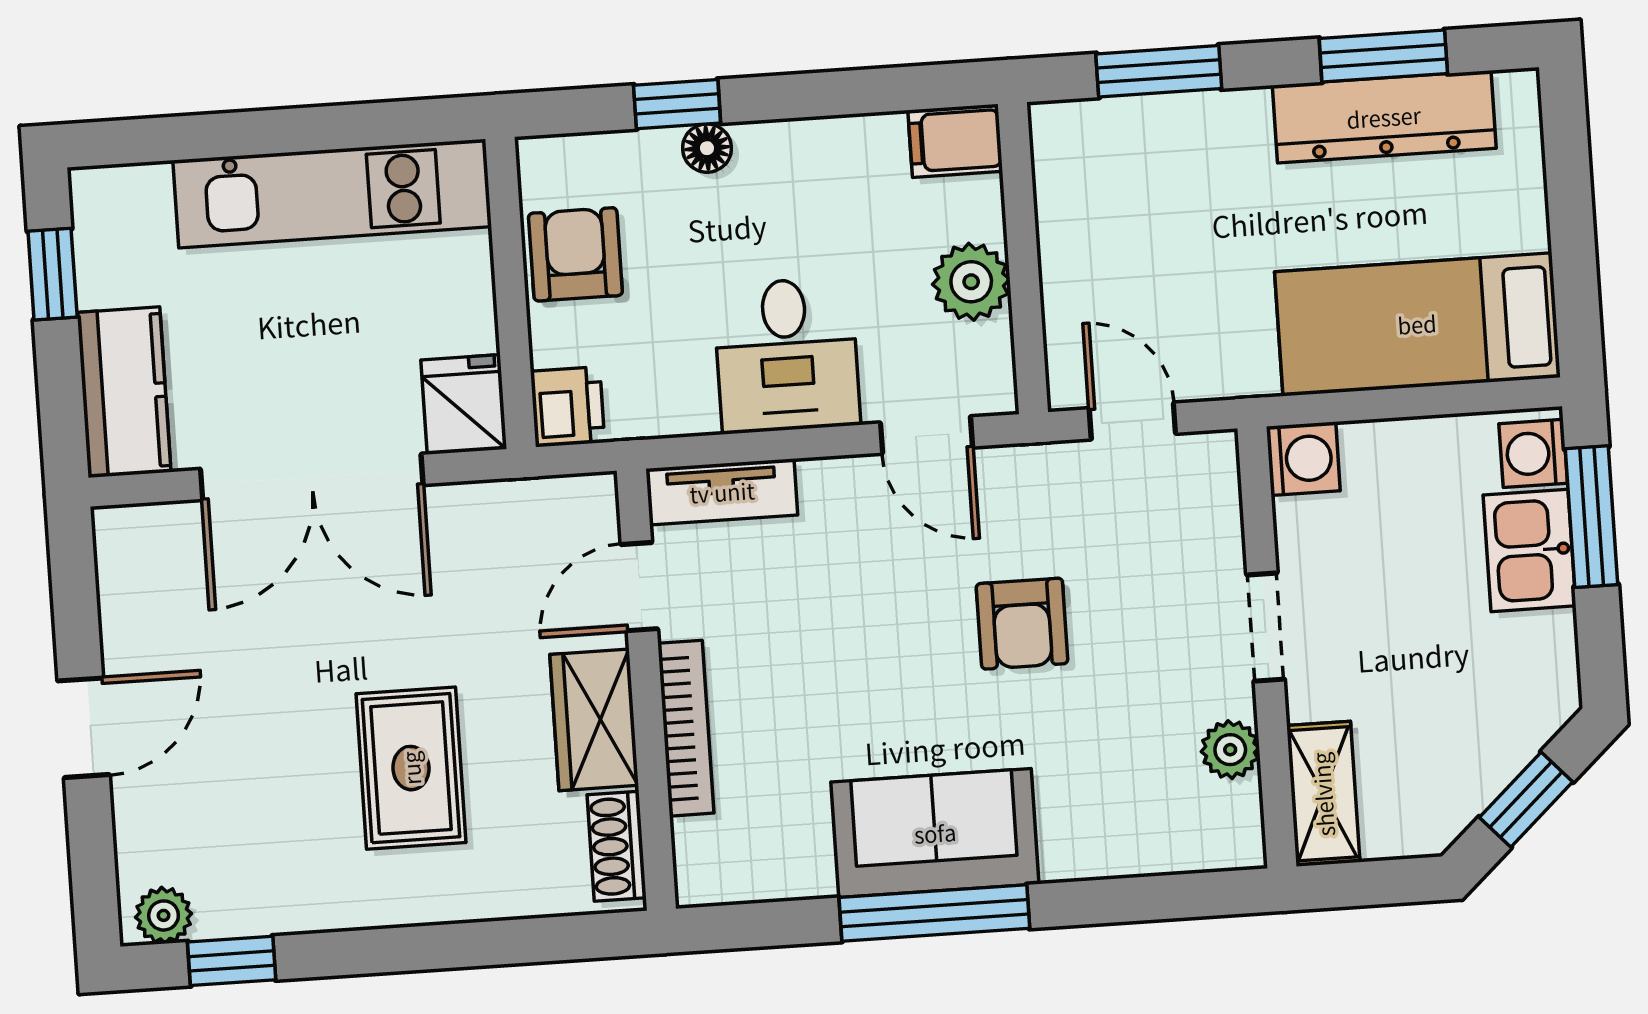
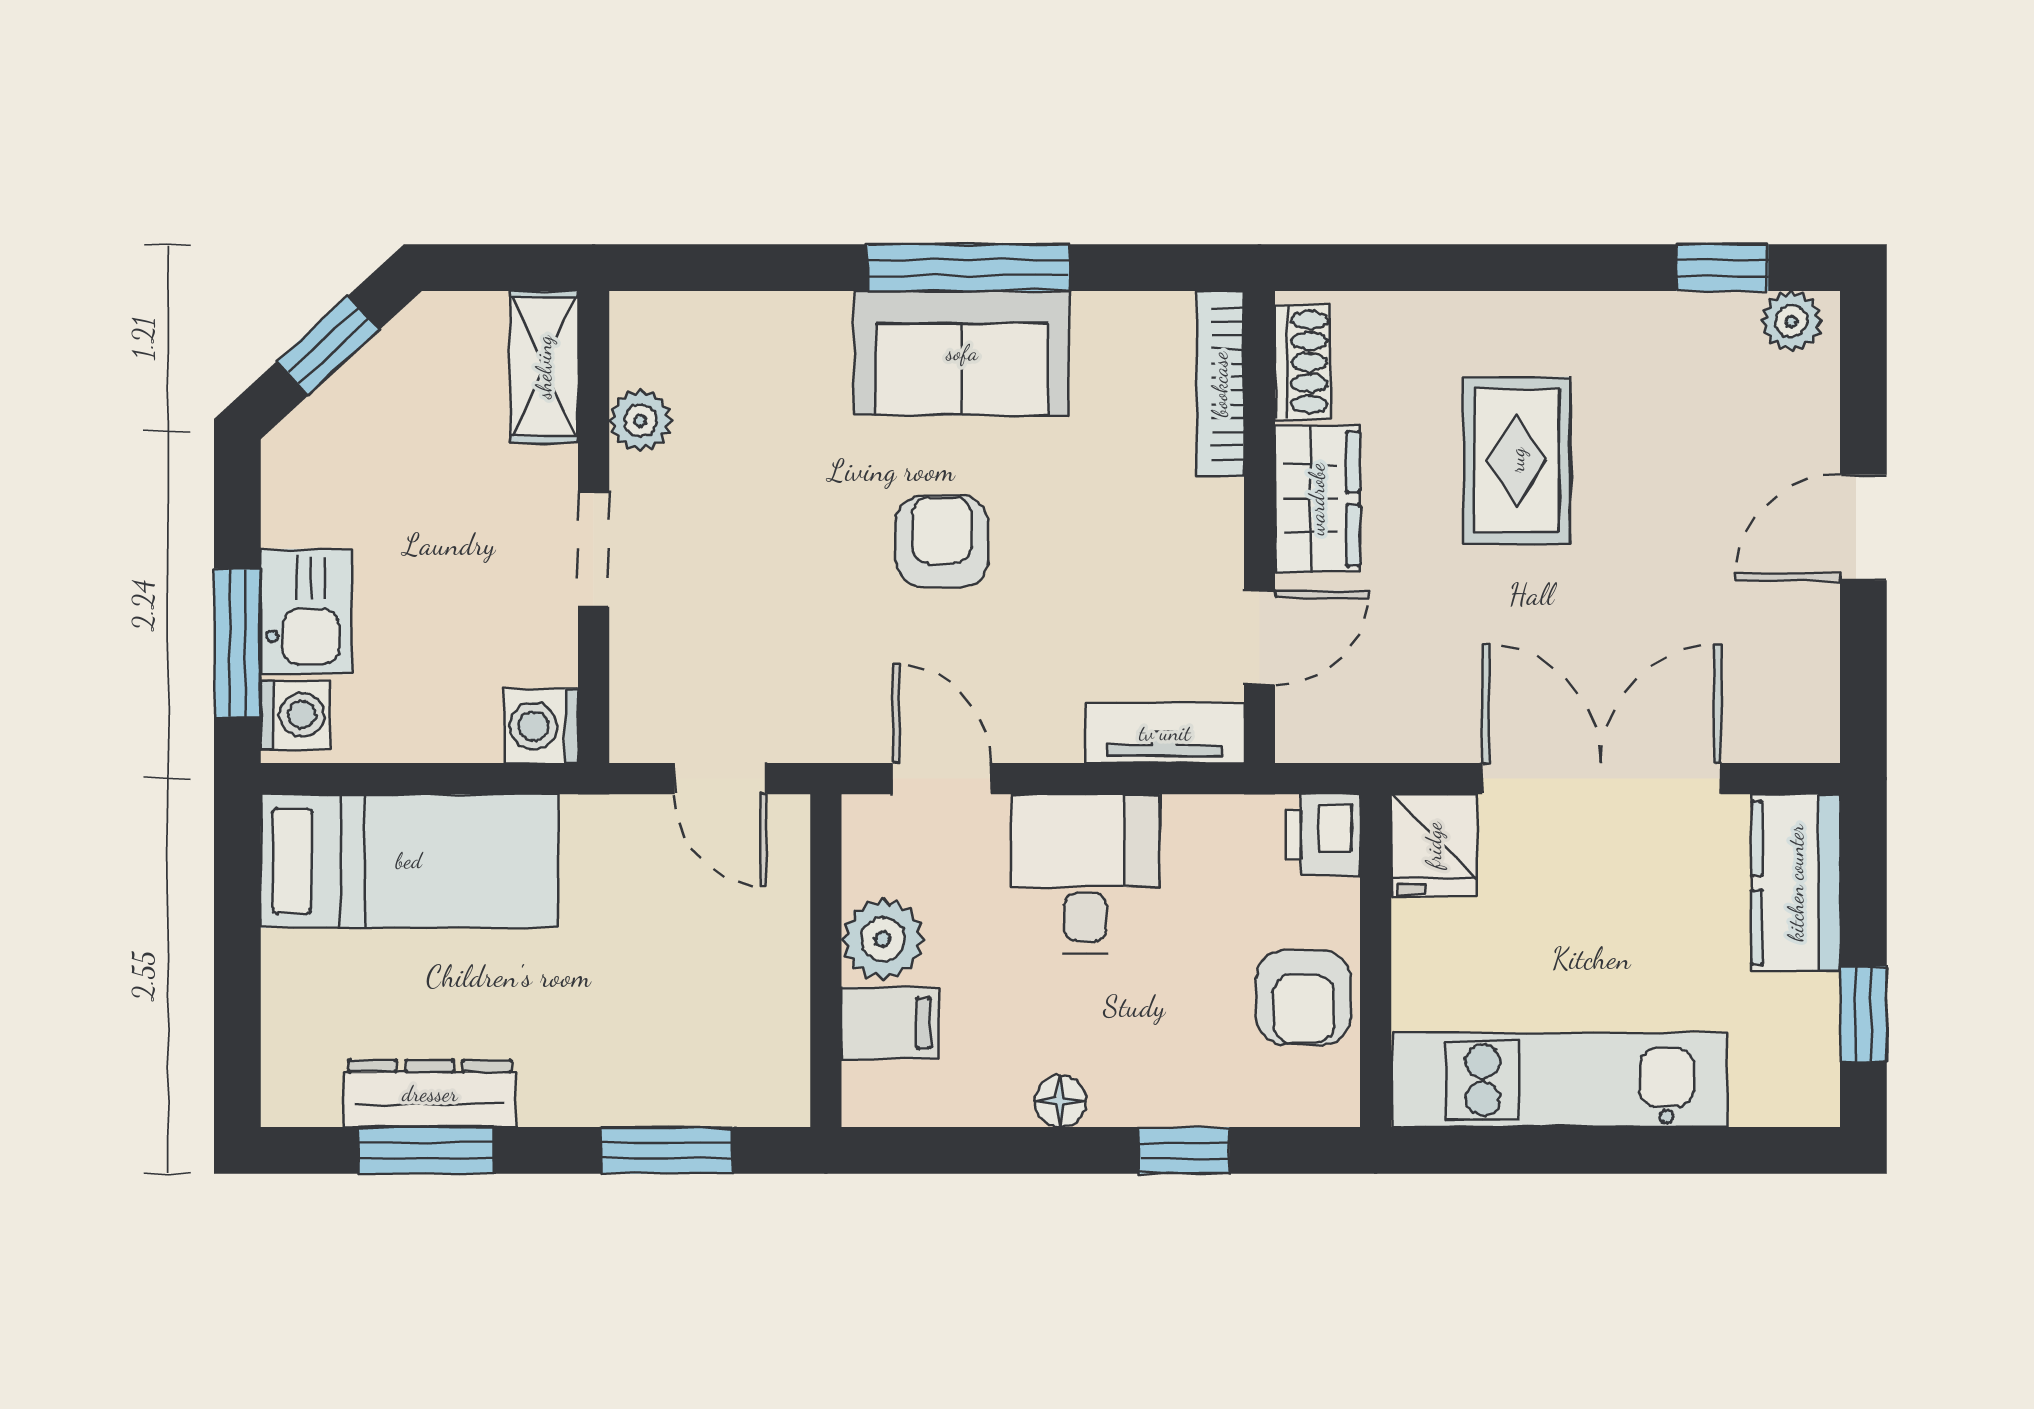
dresser: (1384, 117) -> (430, 1094), width x0.73, depth x0.80
filing cabinet: (955, 141) -> (890, 1023), moved
floor lamp: (707, 148) -> (1060, 1101), moved
armchair: (1022, 624) -> (942, 542), moved
bookcase: (686, 728) -> (1220, 384), moved

